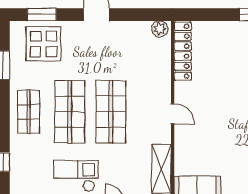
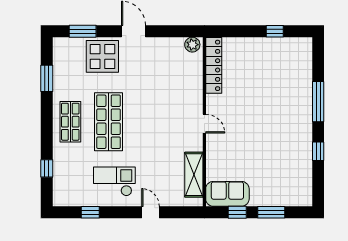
display table: (43, 44) -> (102, 56), moved
shop shelf: (111, 112) -> (147, 122), removed

